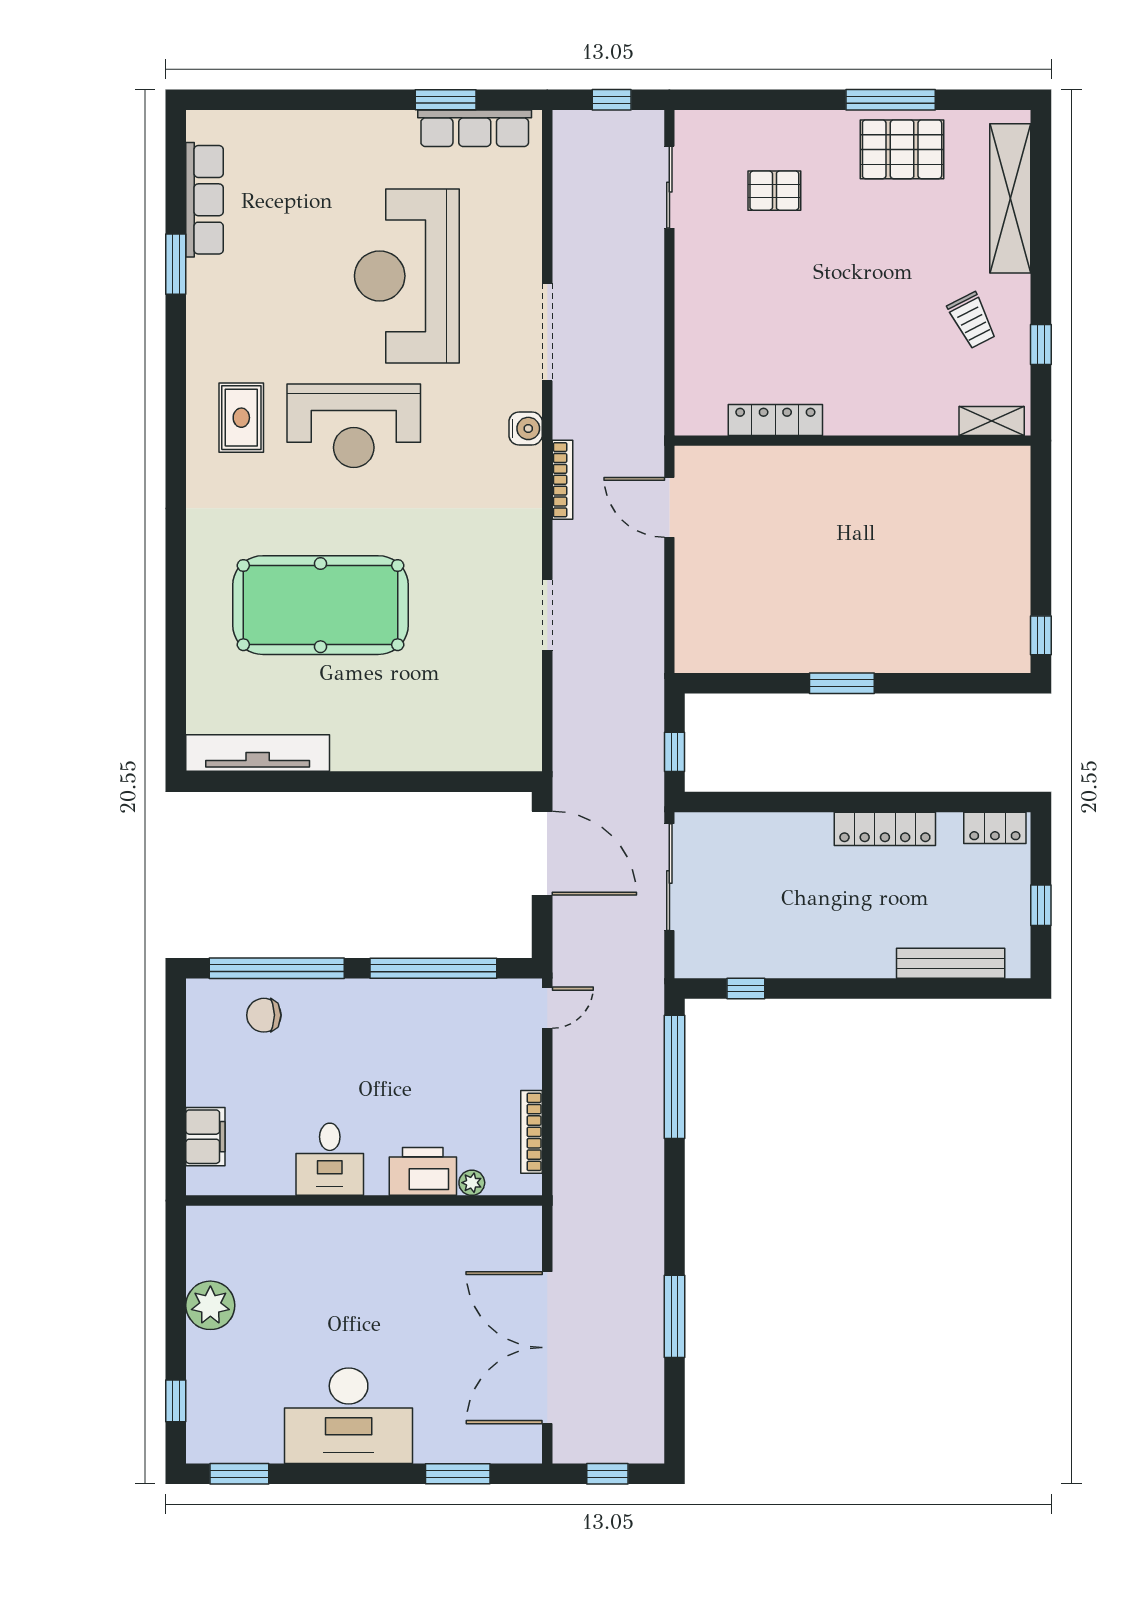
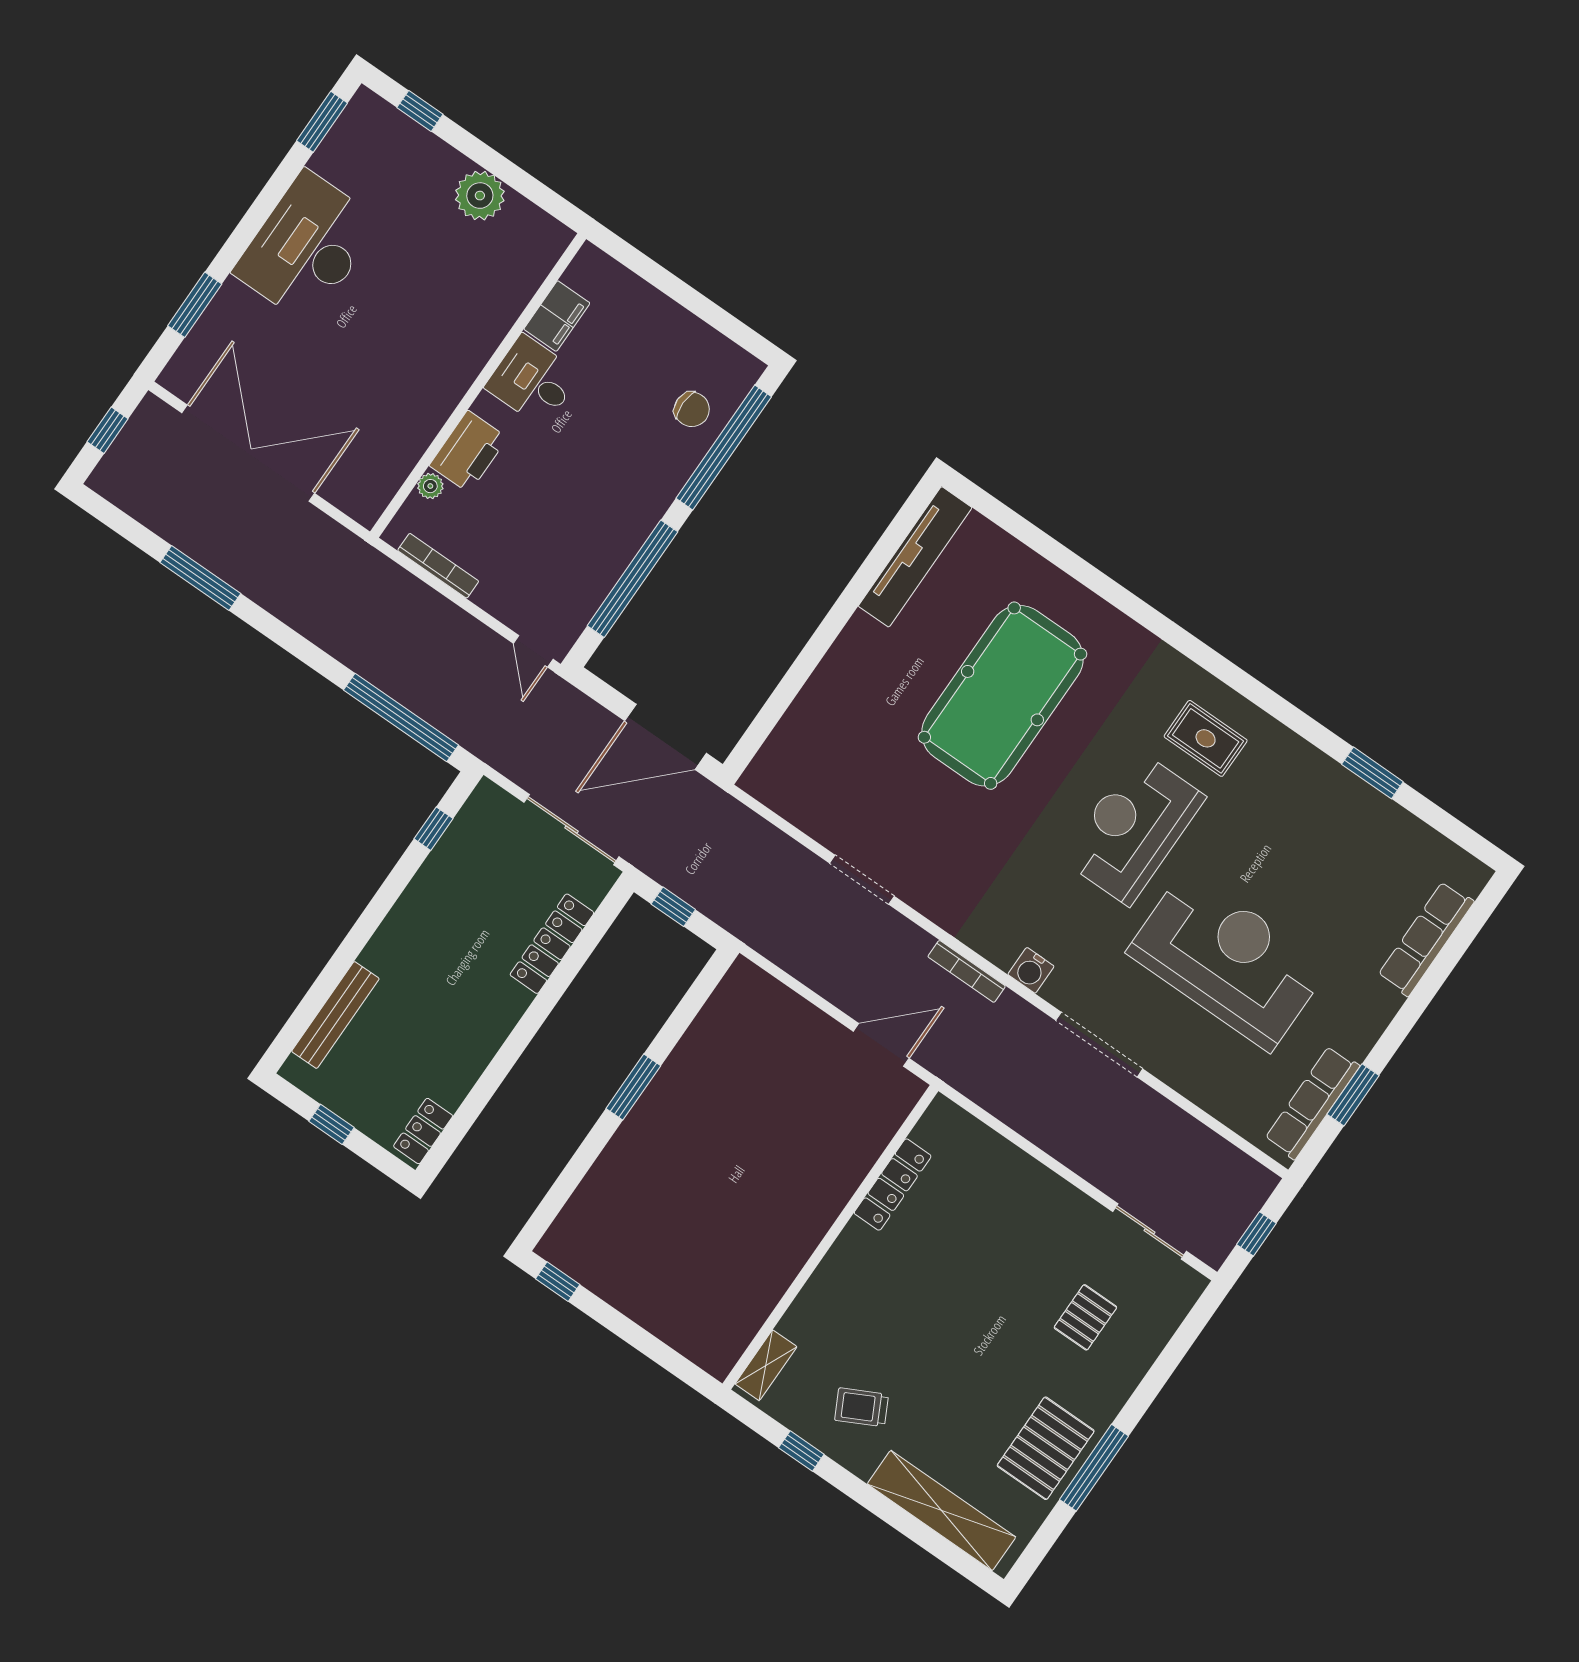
row of seats: (204, 200) -> (1426, 939), moved, turned 90
locker: (885, 829) -> (552, 944), moved
chair: (264, 1015) -> (692, 409), turned 90
filing cabinet: (205, 1137) -> (557, 316), moved, turned -90

